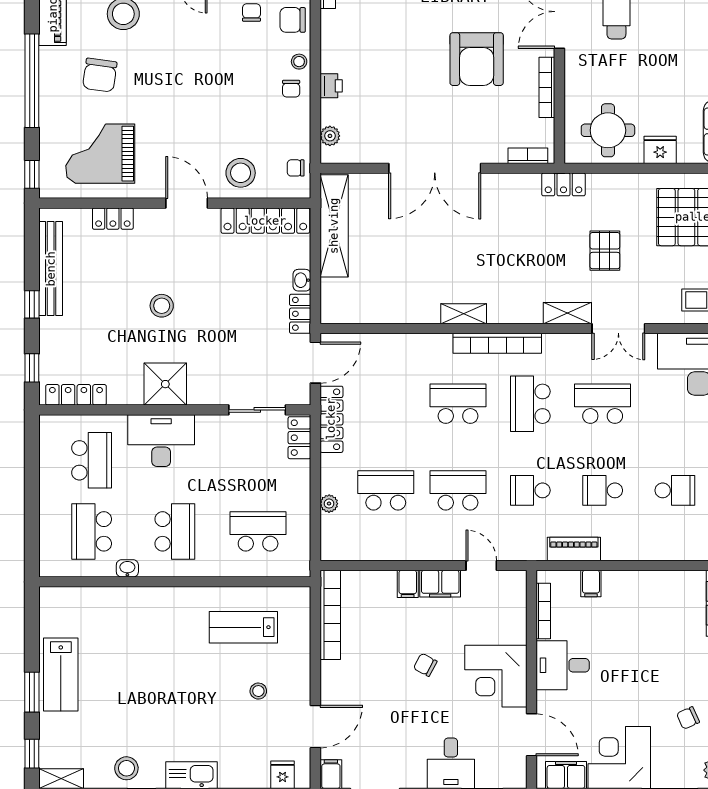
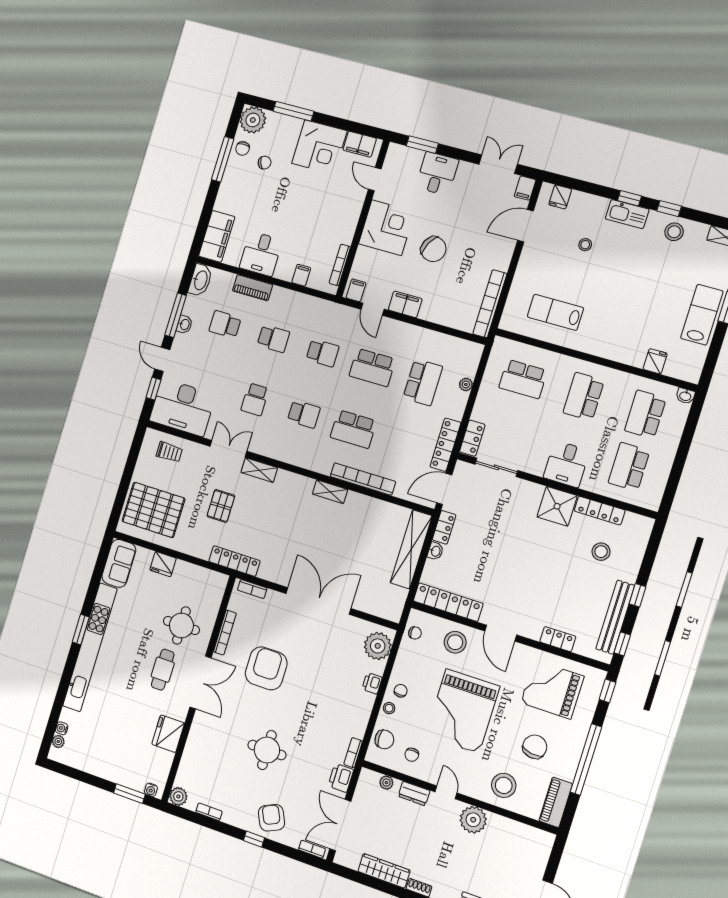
grand piano: (204, 89) -> (463, 711), added
round table: (608, 130) -> (181, 625), moved
plant: (330, 136) -> (378, 646), width x1.87, depth x1.87
grand piano: (100, 154) -> (552, 690), turned 180
locker: (563, 184) -> (234, 561), width x1.53
shelving: (334, 226) -> (411, 549), moved
stool: (162, 306) -> (601, 552), moved
bookcase: (497, 343) -> (363, 479), moved
window: (32, 368) -> (622, 644), moved
locker: (76, 395) -> (600, 511), moved
school desk: (530, 404) -> (304, 414), width x0.54
school desk: (603, 404) -> (255, 399), width x0.54
desk: (161, 441) -> (566, 464), width x0.73
school desk: (386, 490) -> (423, 382), turned -90
school desk: (92, 531) -> (645, 414), turned 180
piano: (574, 549) -> (253, 288), moved
washbasin: (127, 568) -> (685, 396), moved
filing cabinet: (408, 584) -> (356, 290), moved
fridge: (100, 601) -> (655, 361), added
lab bench: (243, 627) -> (555, 312), turned 180
chair: (425, 665) -> (433, 249), width x1.87, depth x1.87
desk: (563, 665) -> (261, 254), moved, turned 90
stool: (258, 691) -> (585, 245), moved
door: (531, 735) -> (375, 179), width x0.73

